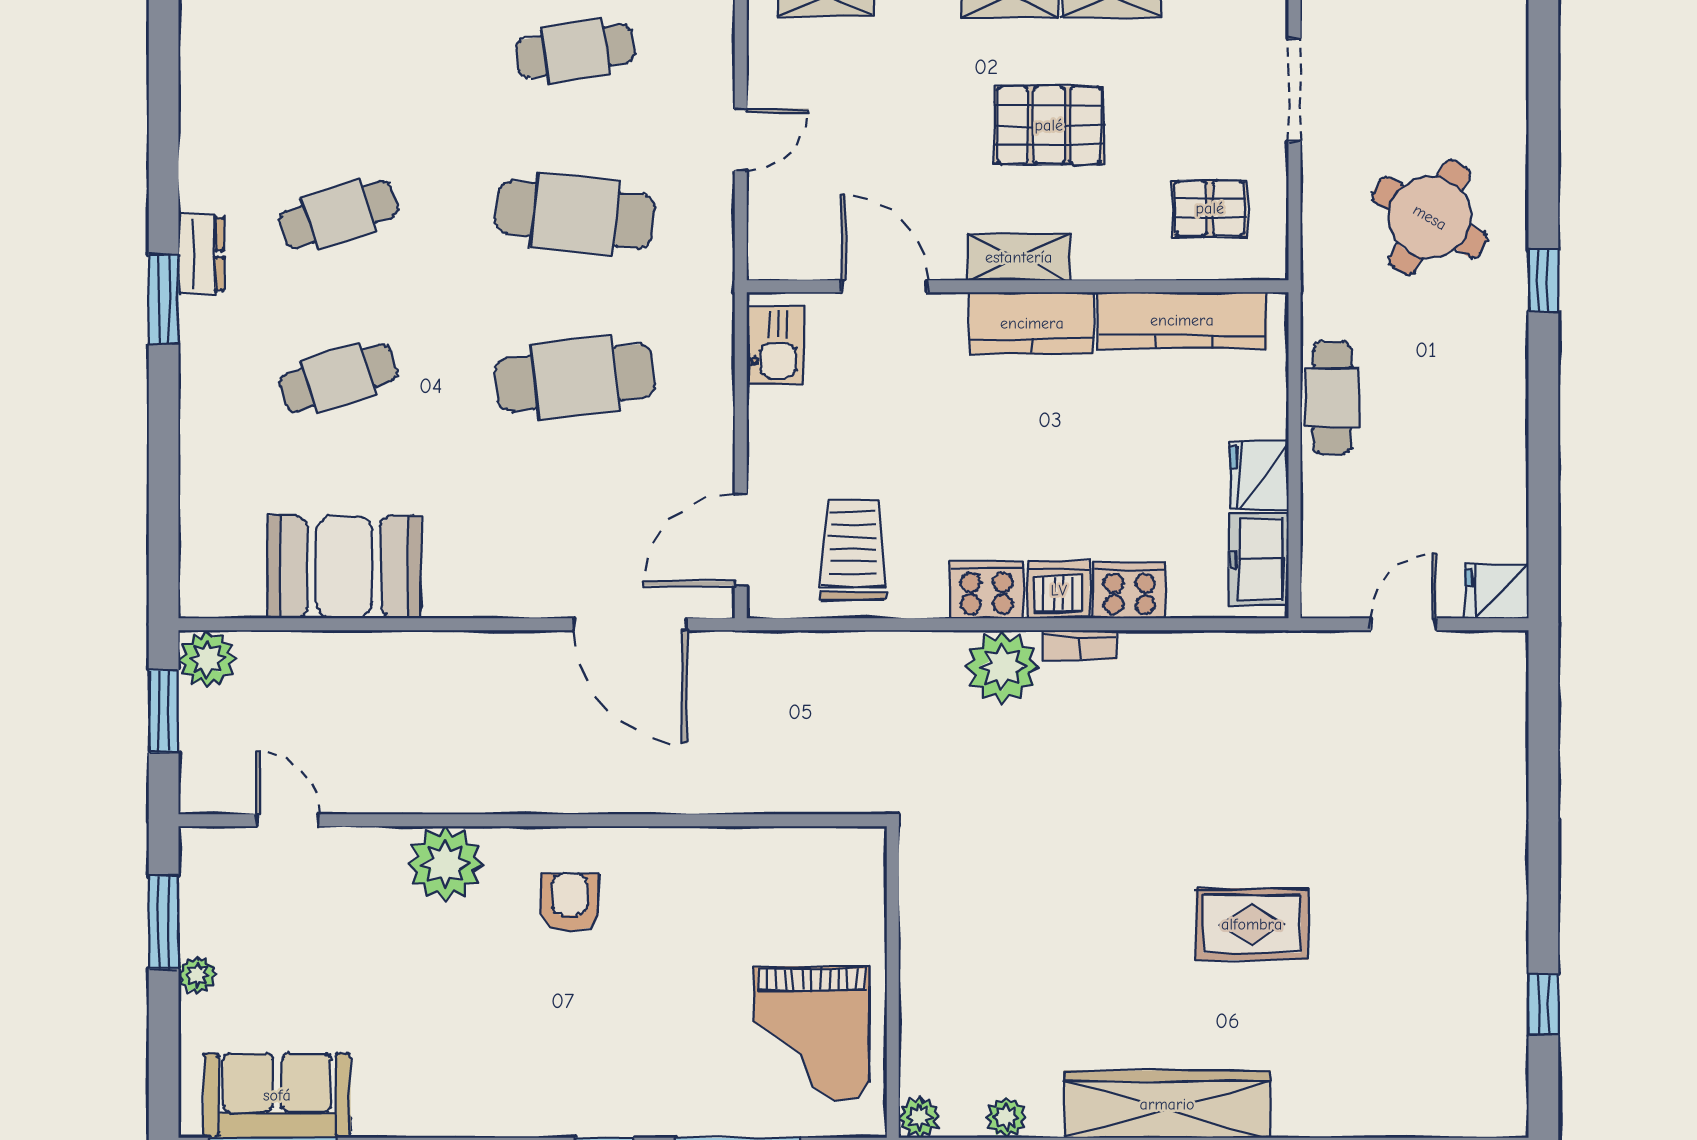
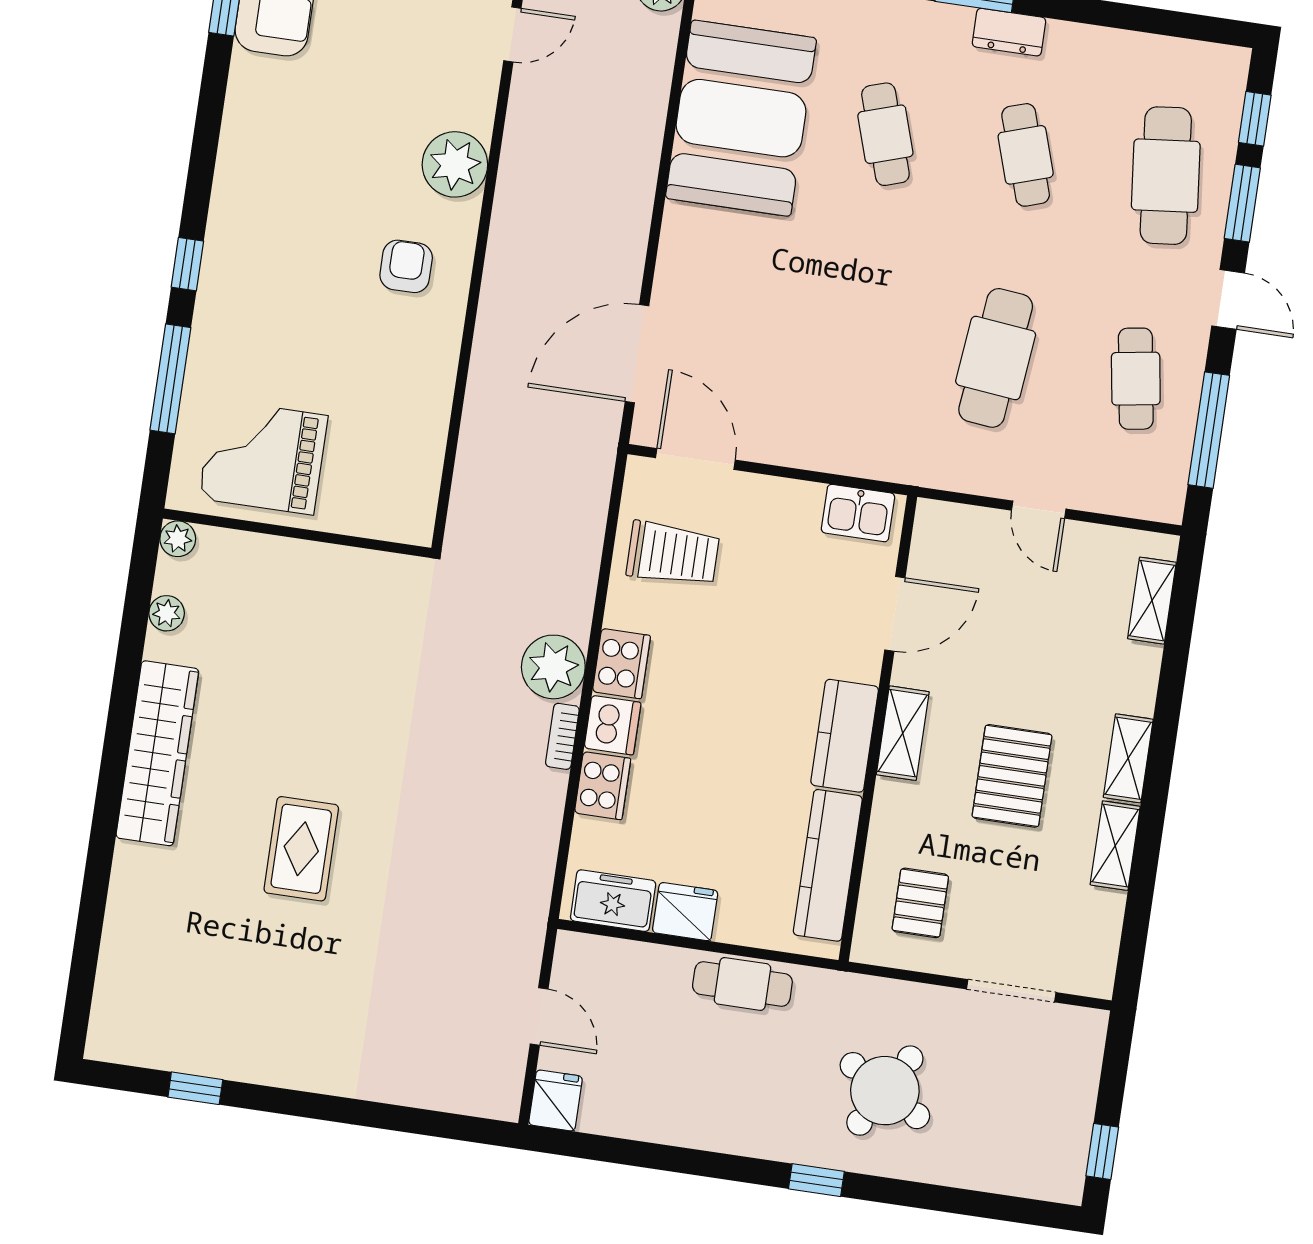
cafe table: (575, 378) -> (1166, 176), moved
booth: (344, 567) -> (741, 118), width x1.36, depth x1.42
armchair: (570, 903) -> (406, 266), turned -90

